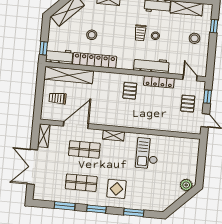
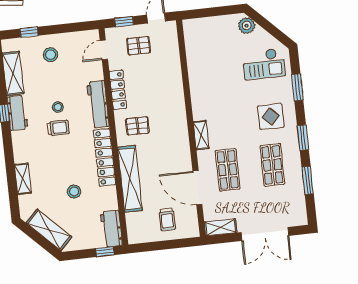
locker: (95, 60) -> (104, 157), moved
shelving: (69, 75) -> (130, 179), moved
checkout: (147, 153) -> (264, 64), moved

